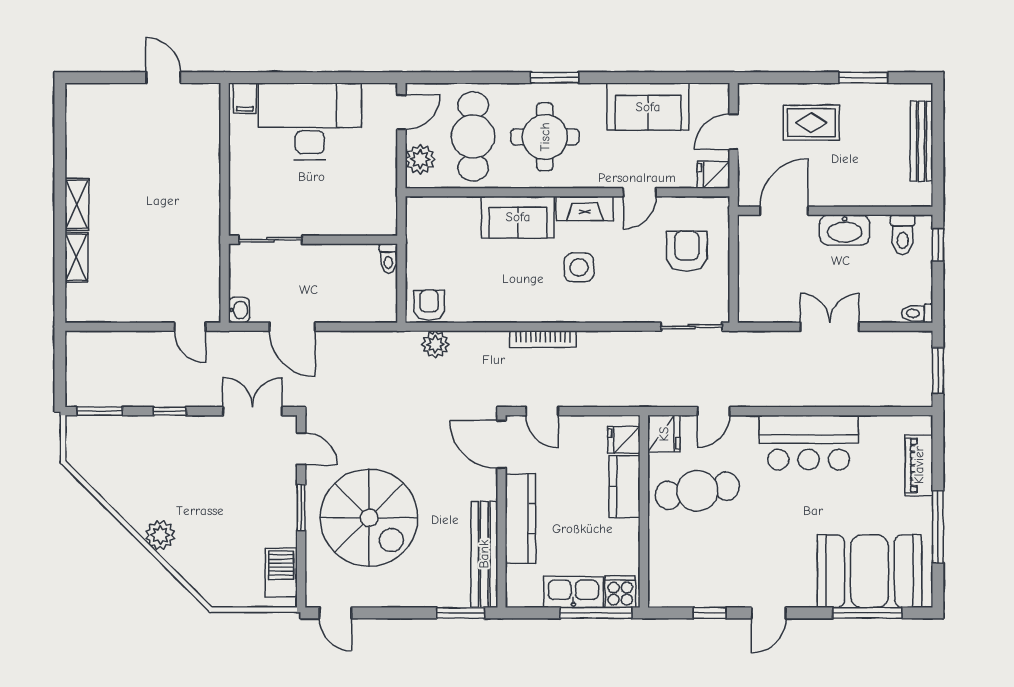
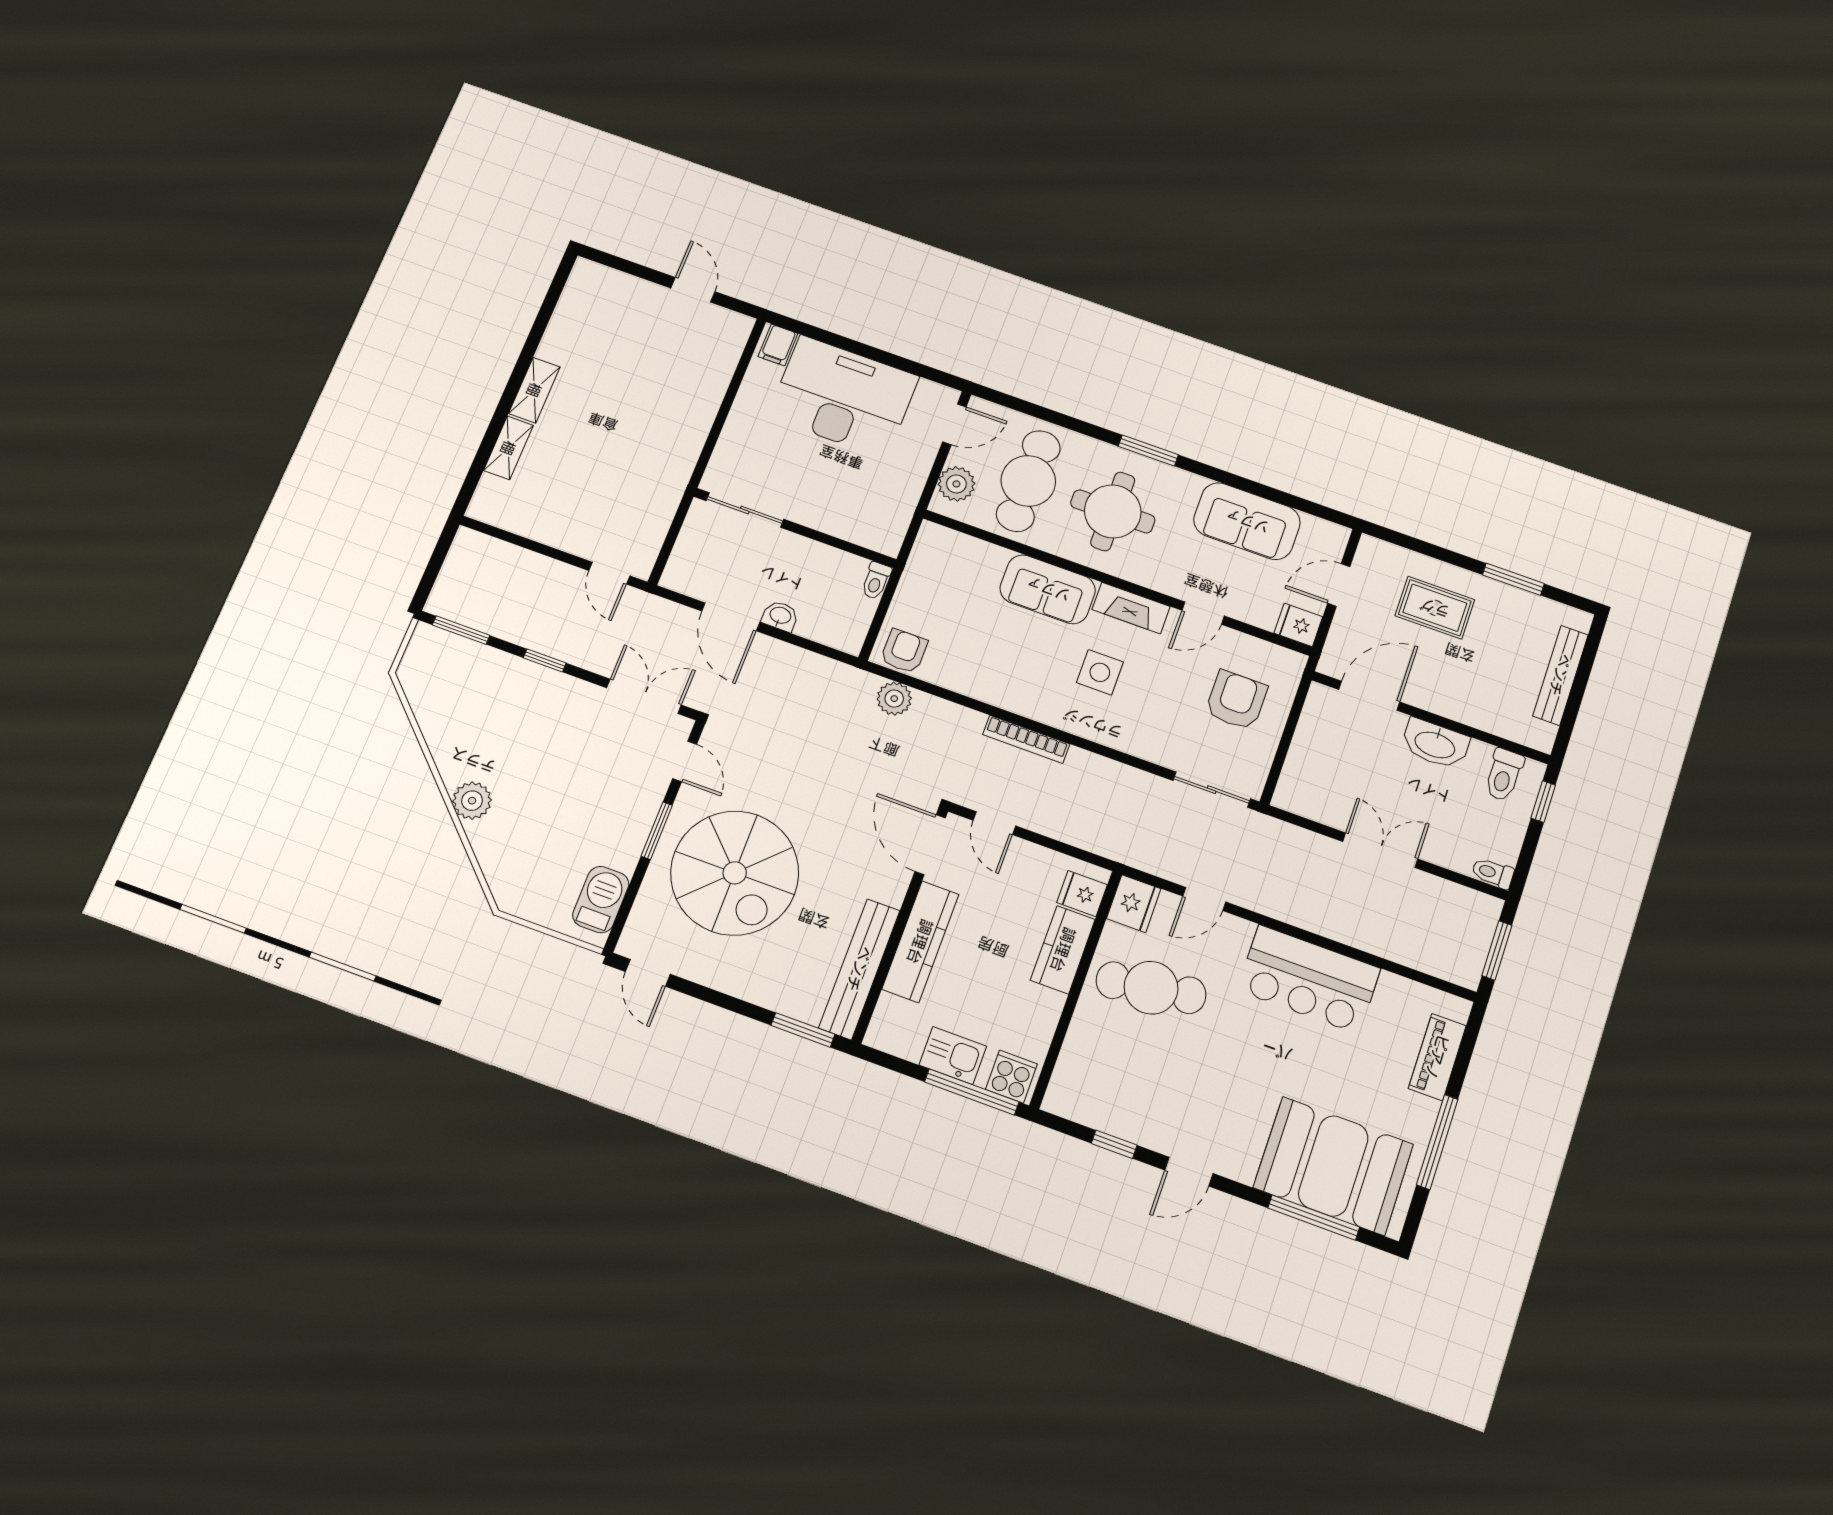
washbasin: (239, 310) -> (780, 616), moved, turned -90
kitchen sink: (573, 592) -> (953, 1056), width x0.73

